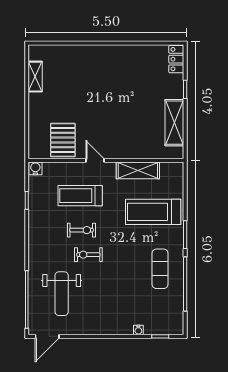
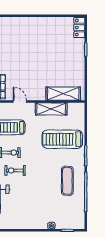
shelving: (174, 123) -> (63, 94), moved, turned 90

